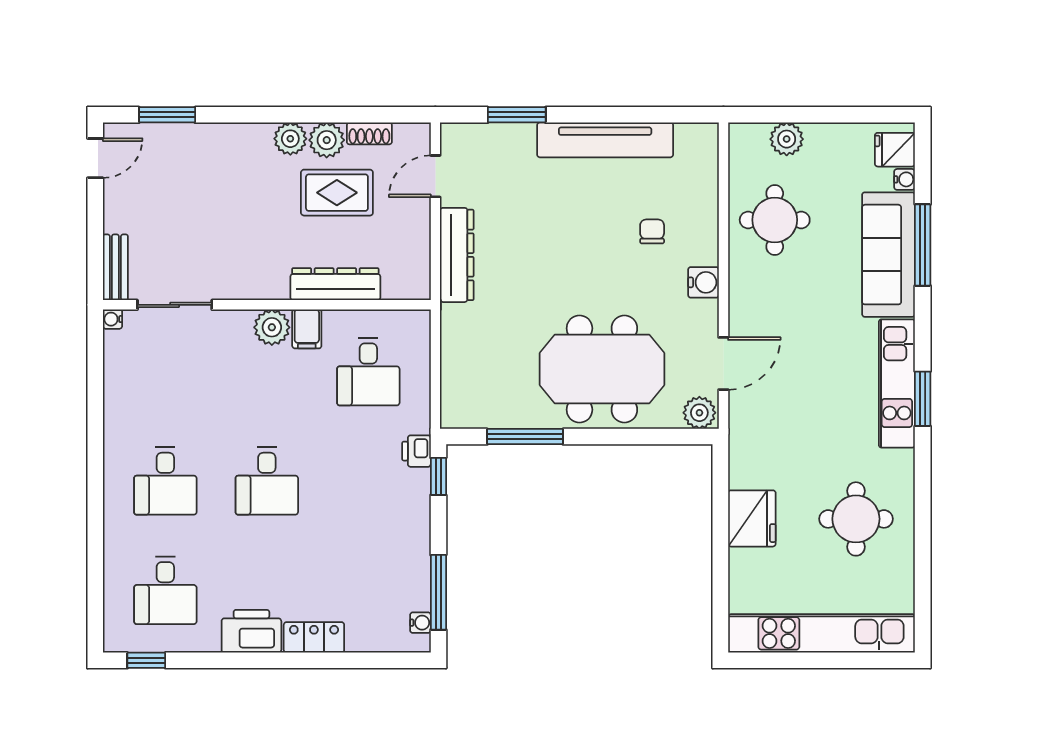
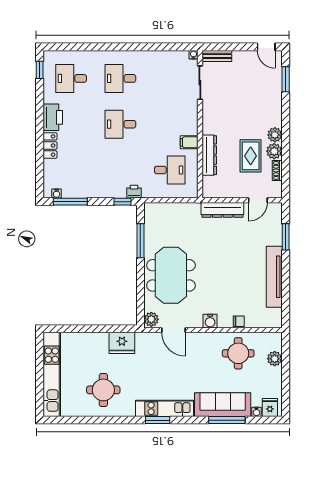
door: (435, 176) -> (258, 200), swing flipped
chair: (652, 231) -> (239, 321), moved
plant: (272, 327) -> (190, 126), removed
desk: (368, 372) -> (170, 170), turned 180
fridge: (752, 518) -> (122, 343), moved

